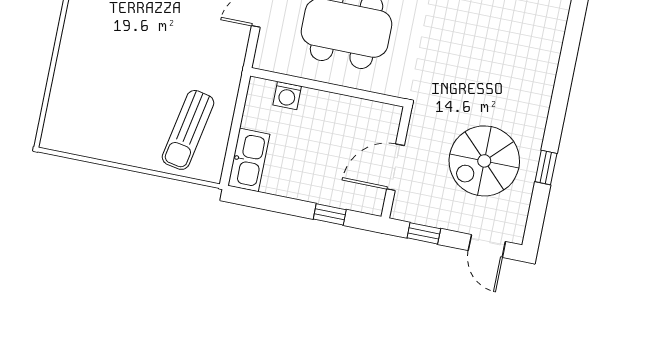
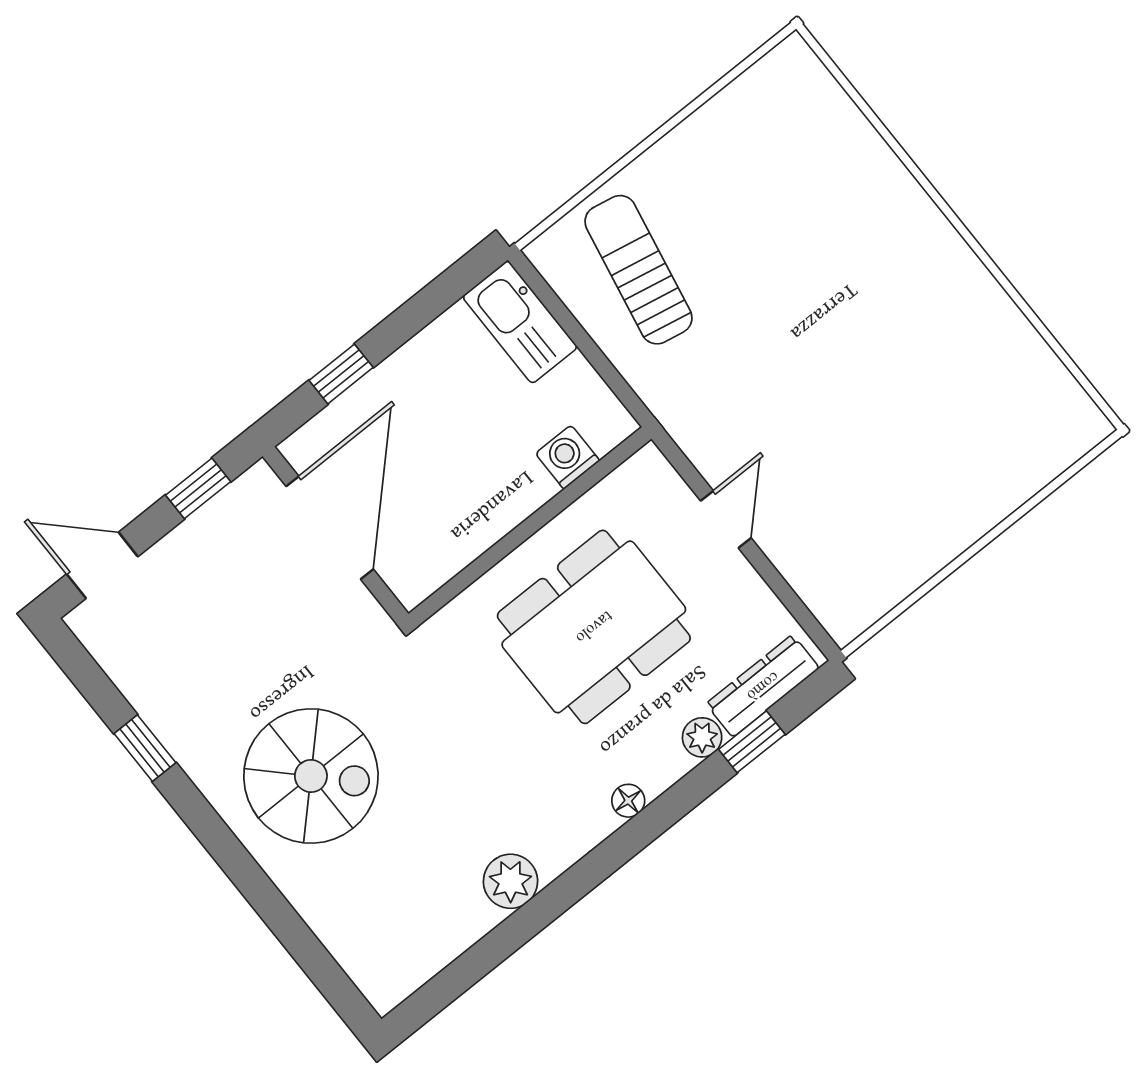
spiral stairs: (484, 161) -> (311, 776), moved, turned 90
door: (395, 167) -> (330, 528), width x1.36

